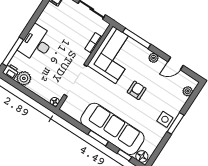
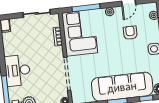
armchair: (137, 90) -> (130, 33), moved

